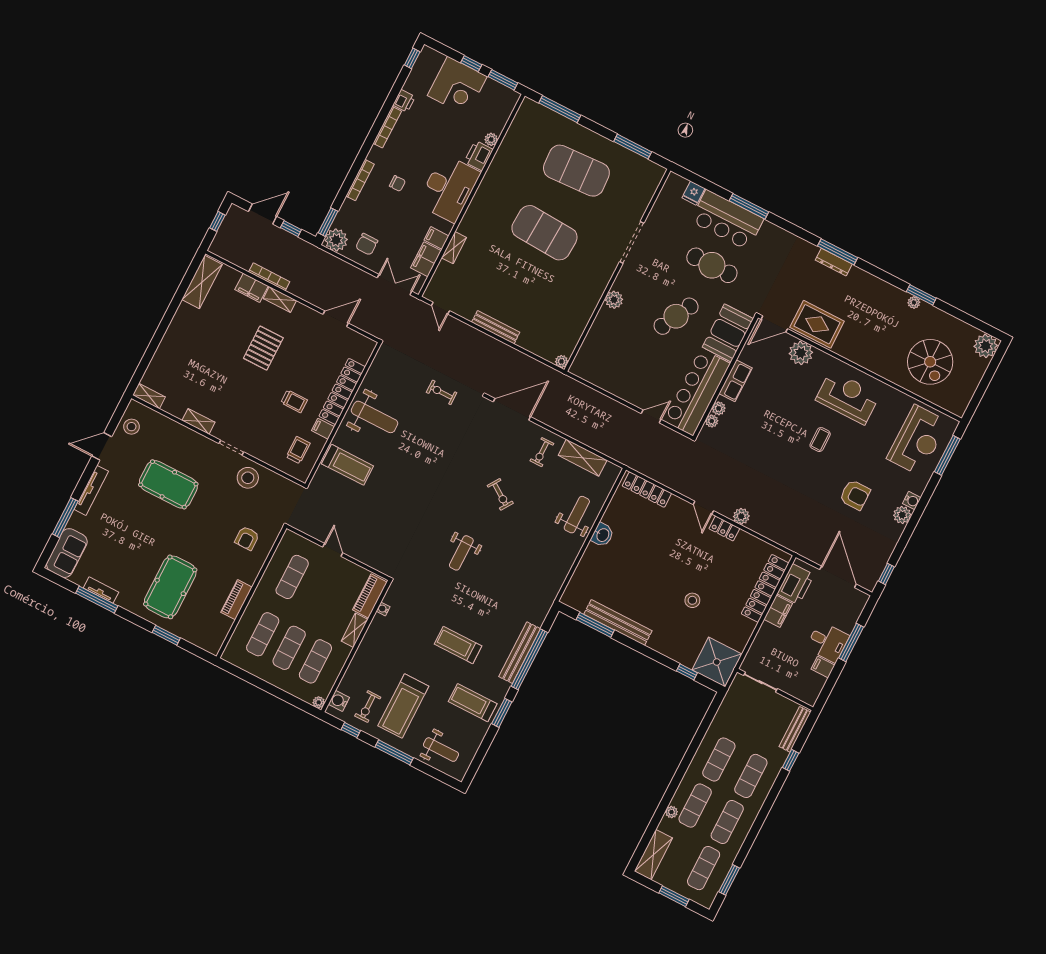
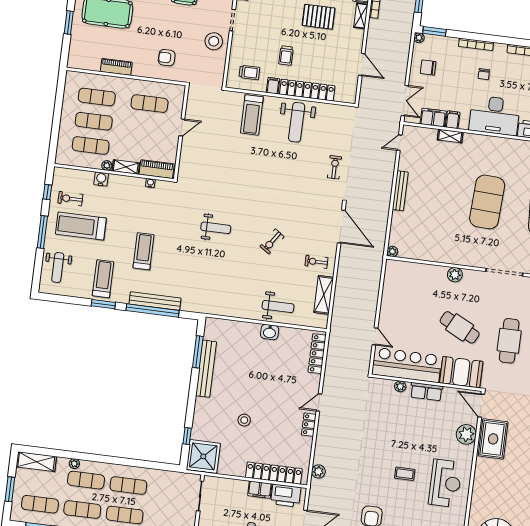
plant: (336, 240) -> (419, 38), width x0.53, depth x0.53
plant: (712, 421) -> (388, 385), removed
plant: (741, 516) -> (318, 471), moved
weight bench: (461, 553) -> (216, 228), turned 180
water cooler: (339, 701) -> (101, 179), moved
plant: (319, 702) -> (107, 165), moved

